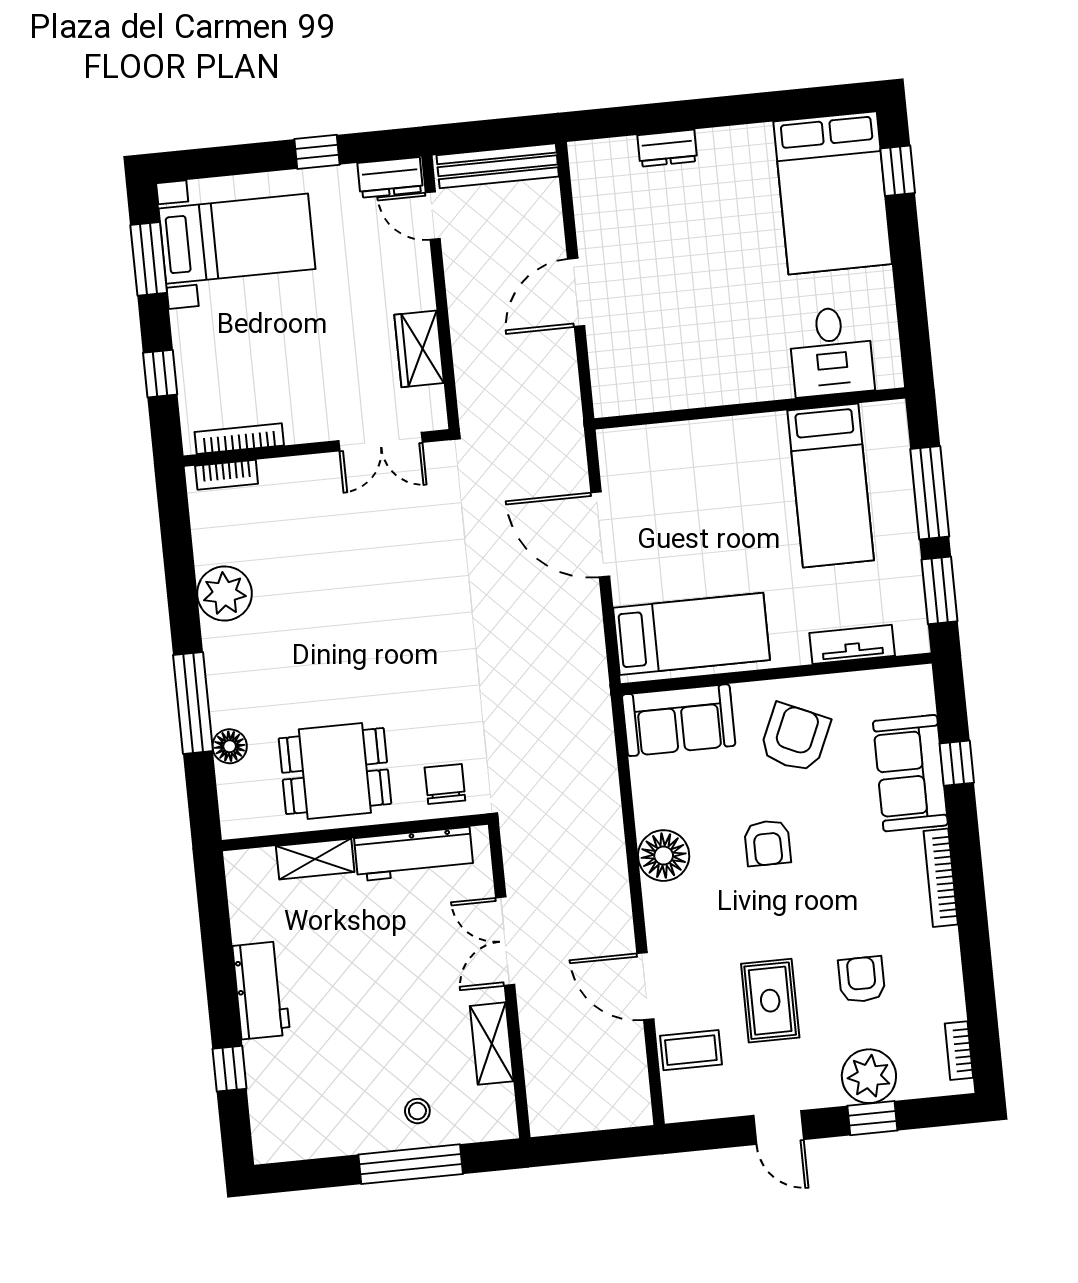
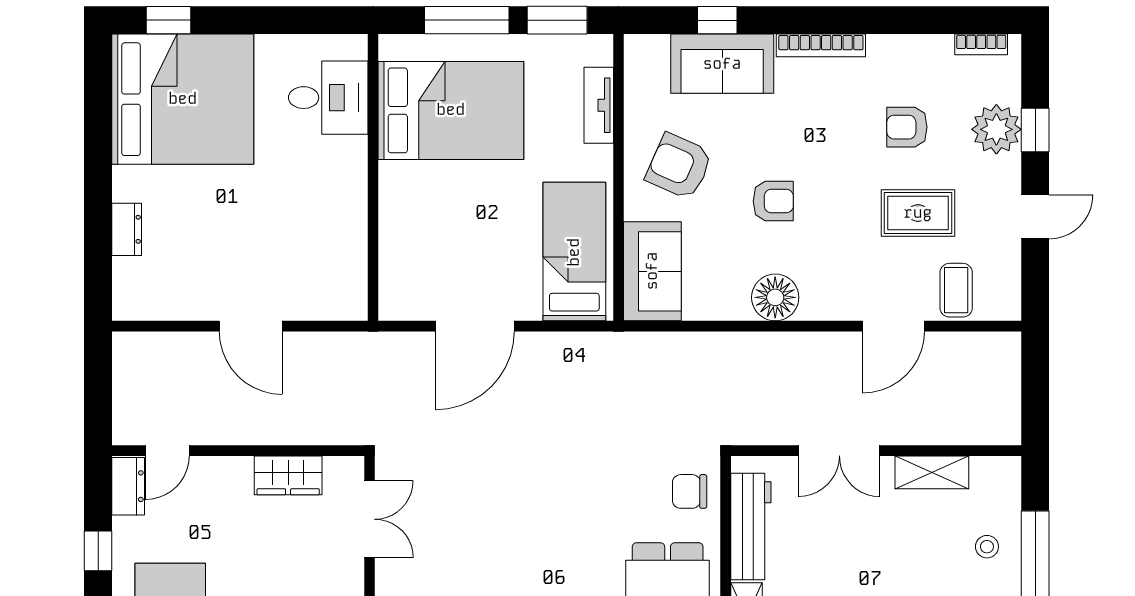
bench: (498, 166) -> (127, 386), removed
bed: (833, 193) -> (183, 99), width x1.36
bed: (831, 485) -> (451, 110), width x1.50

